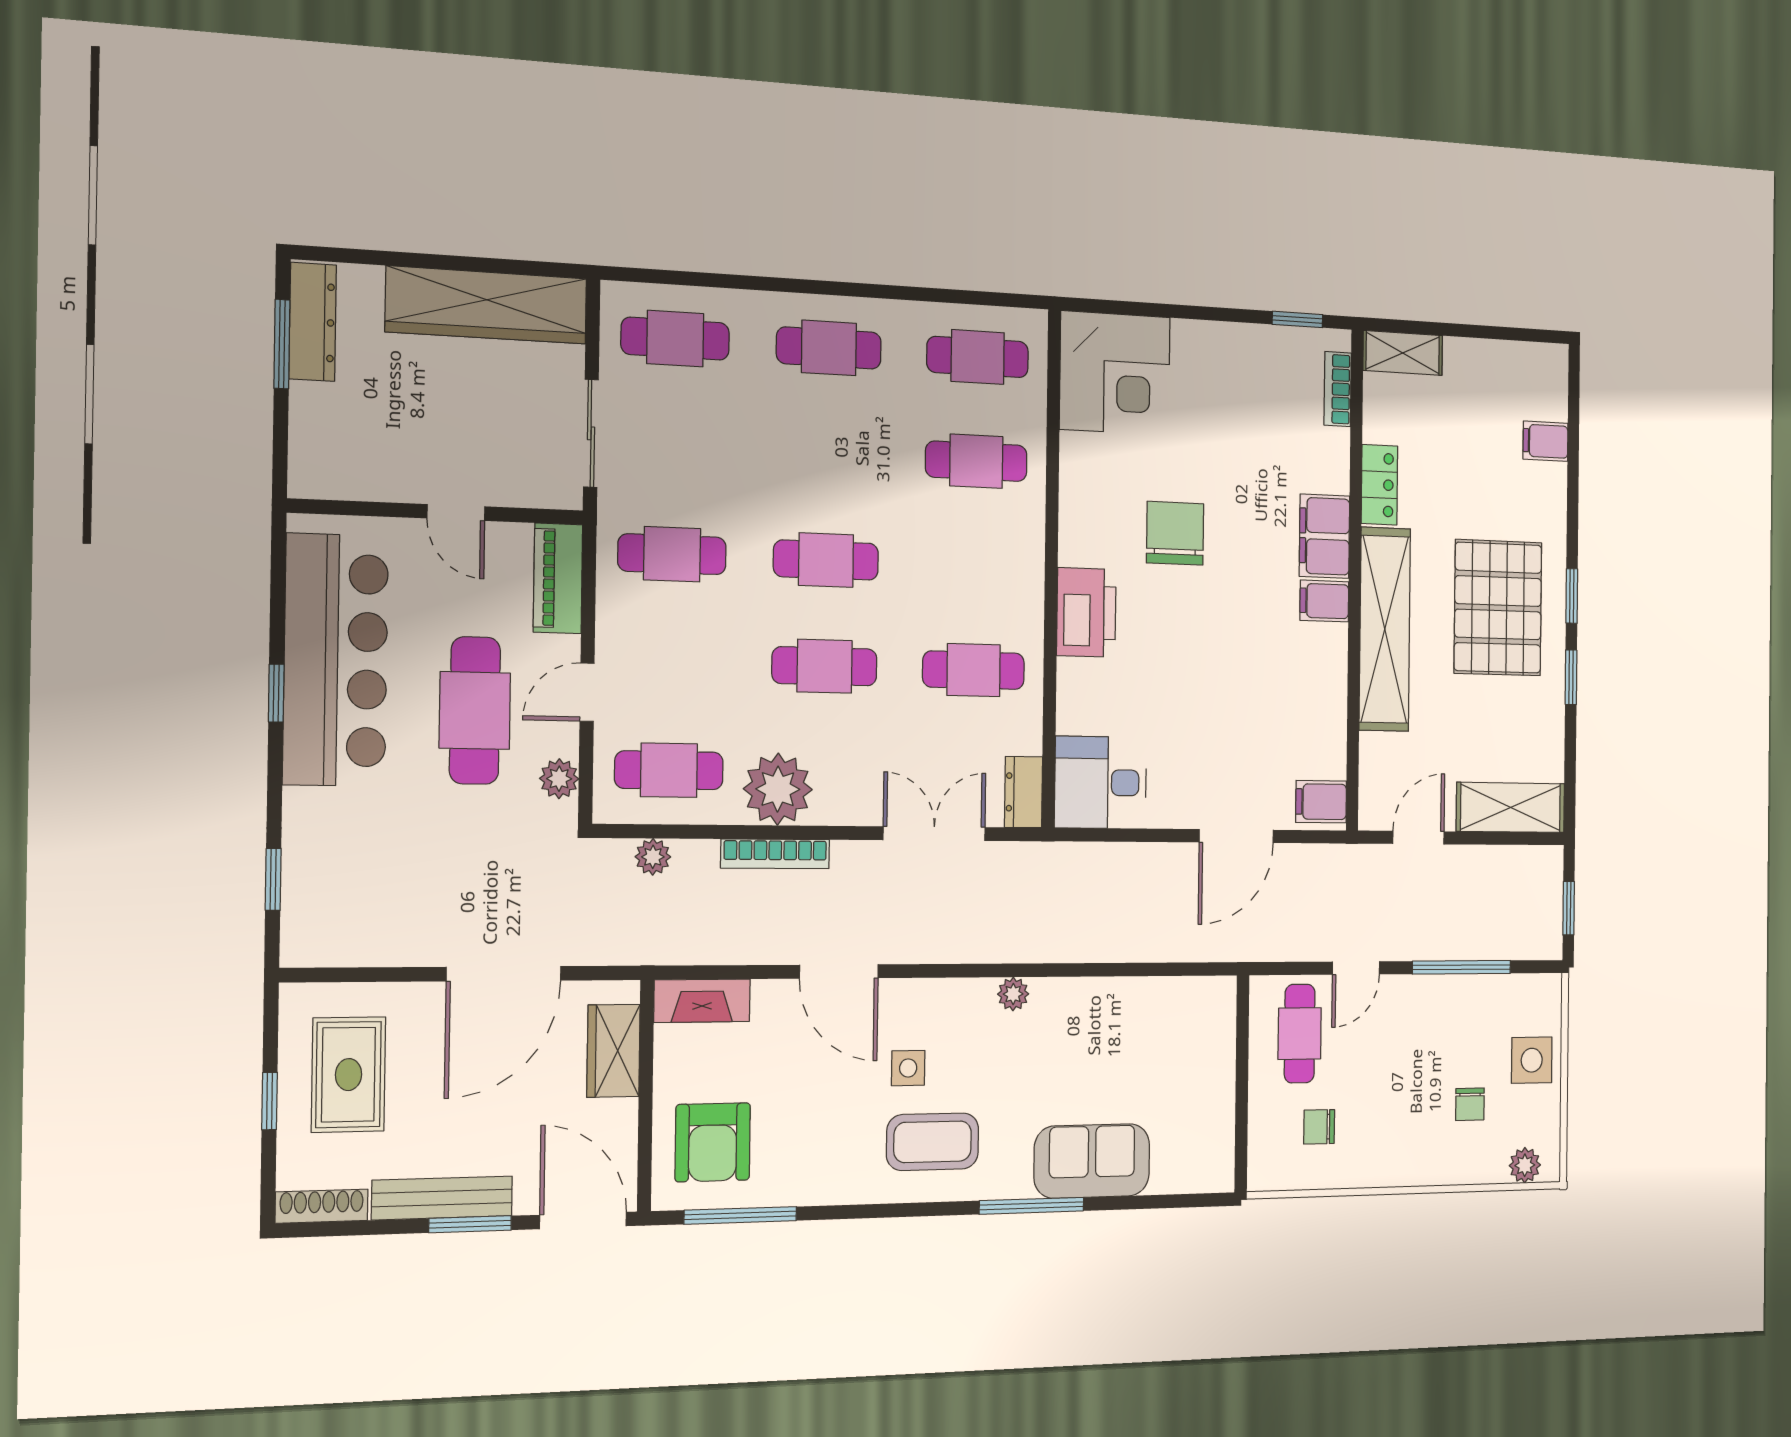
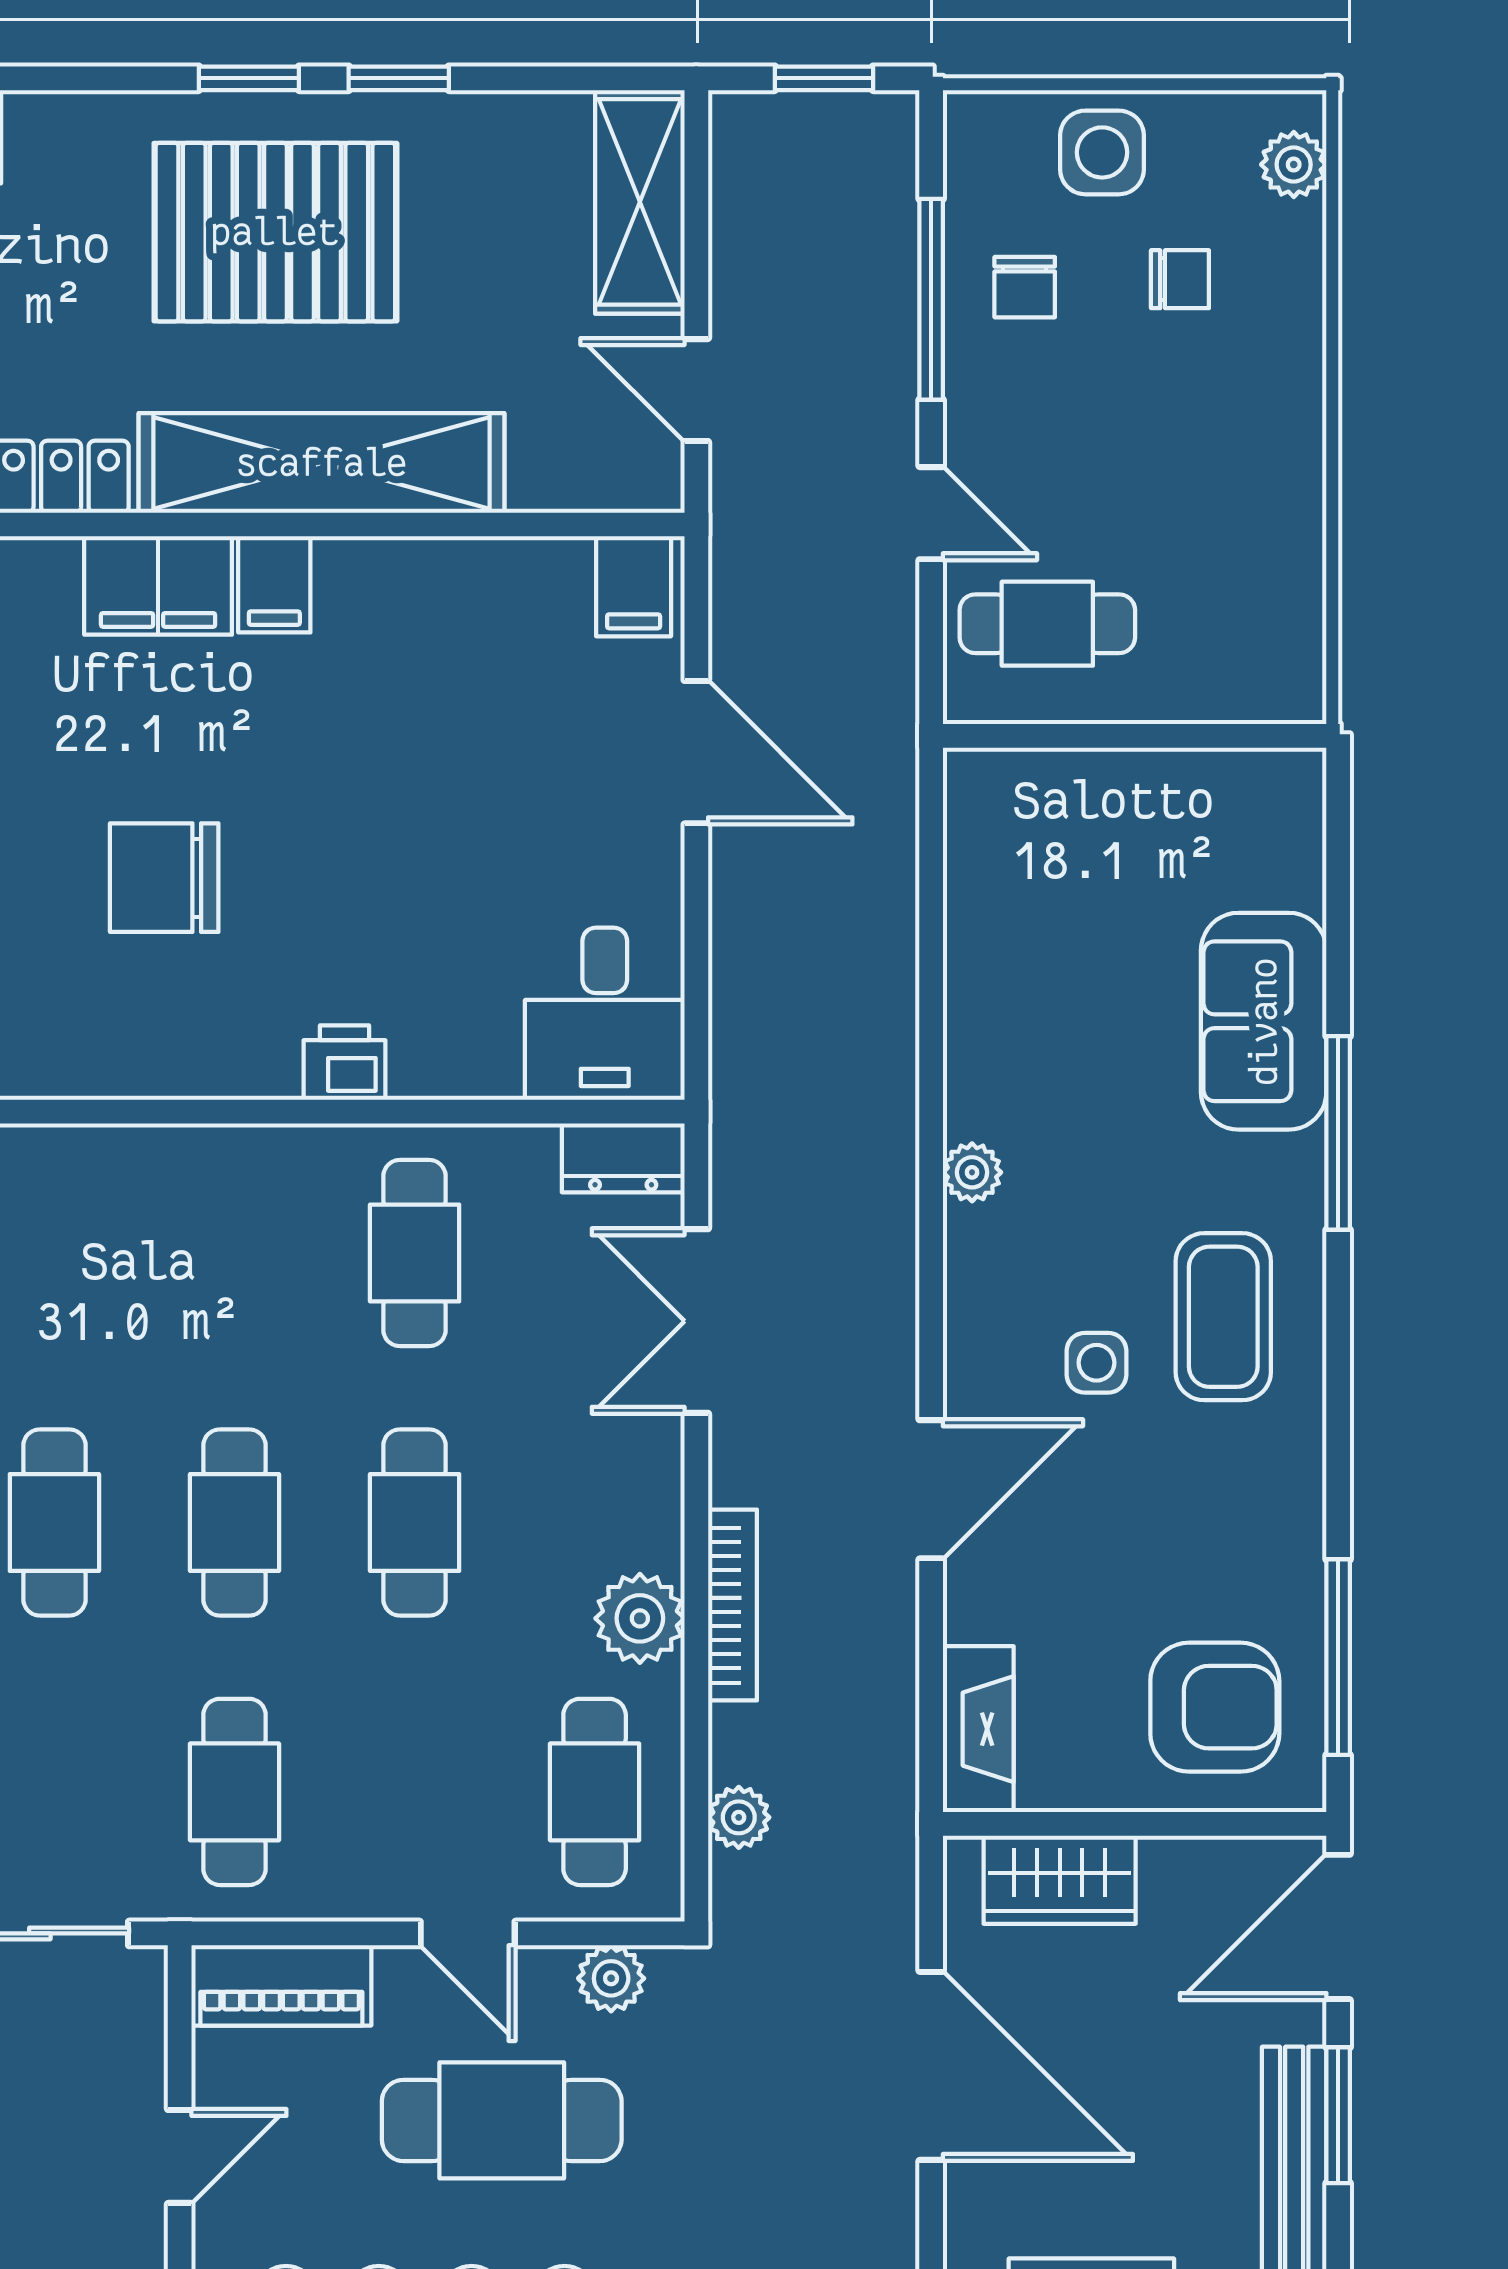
cafe table: (976, 461) -> (54, 1522), moved
printer: (1086, 612) -> (345, 1063), width x0.53, depth x0.68
plant: (778, 789) -> (640, 1618), width x0.73, depth x0.73
chair: (1319, 1127) -> (1025, 287), moved

